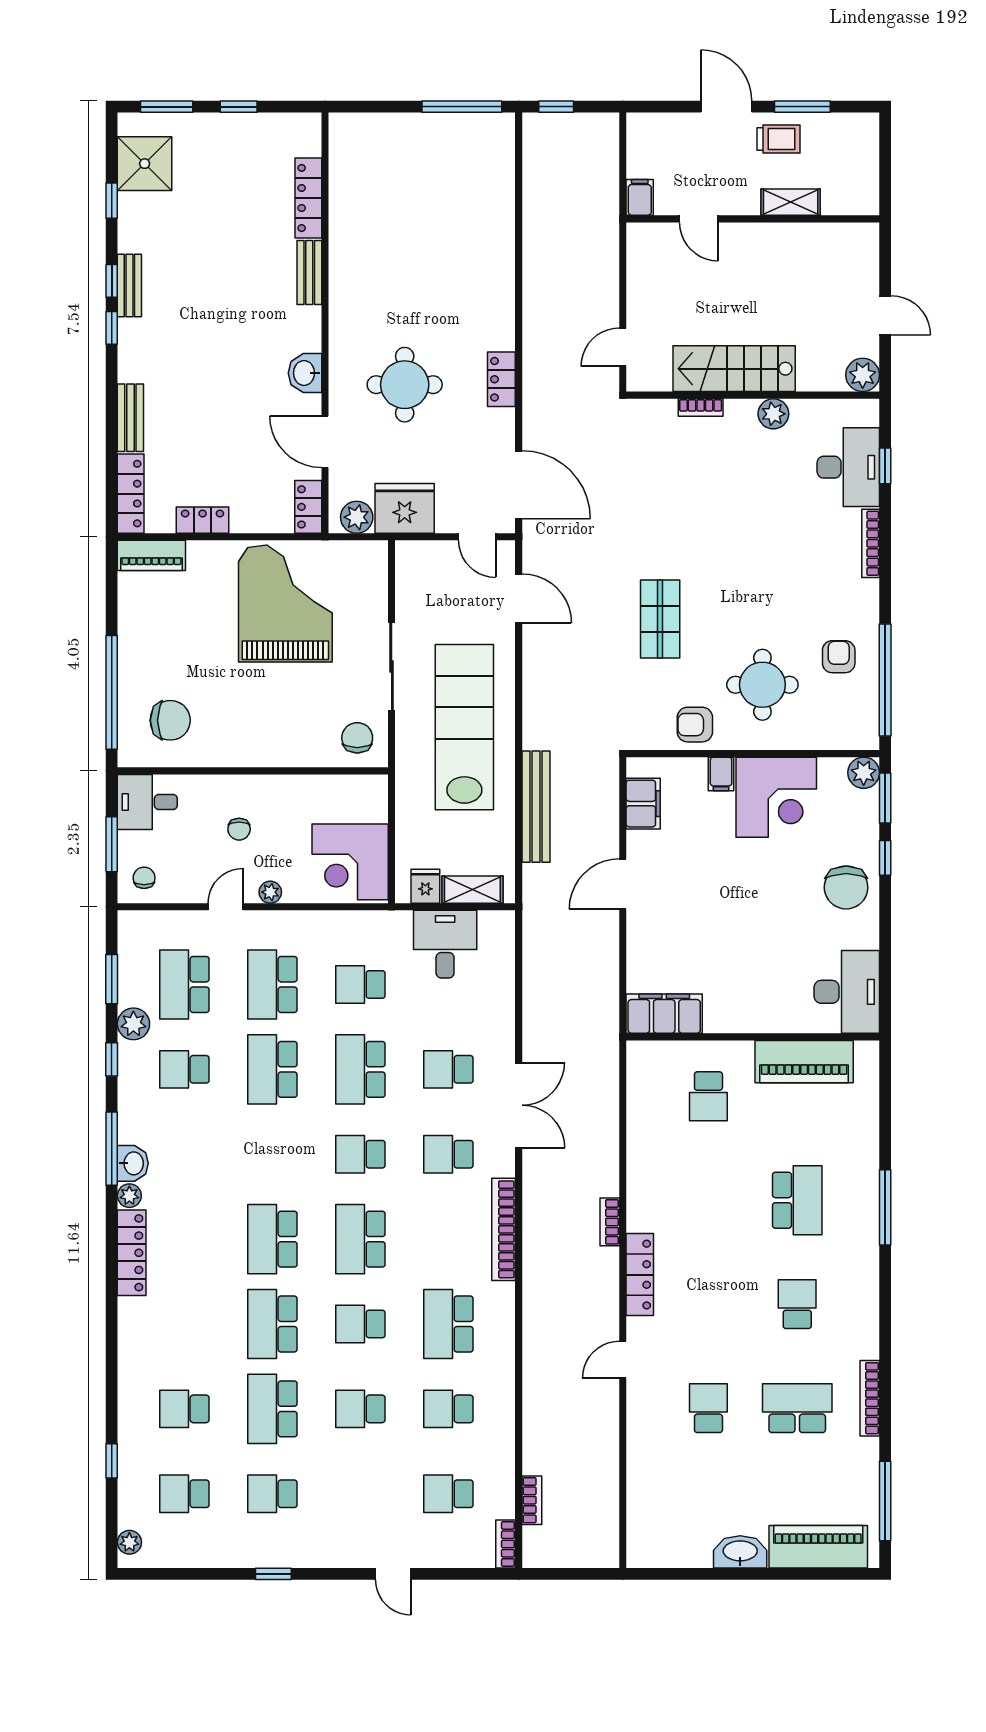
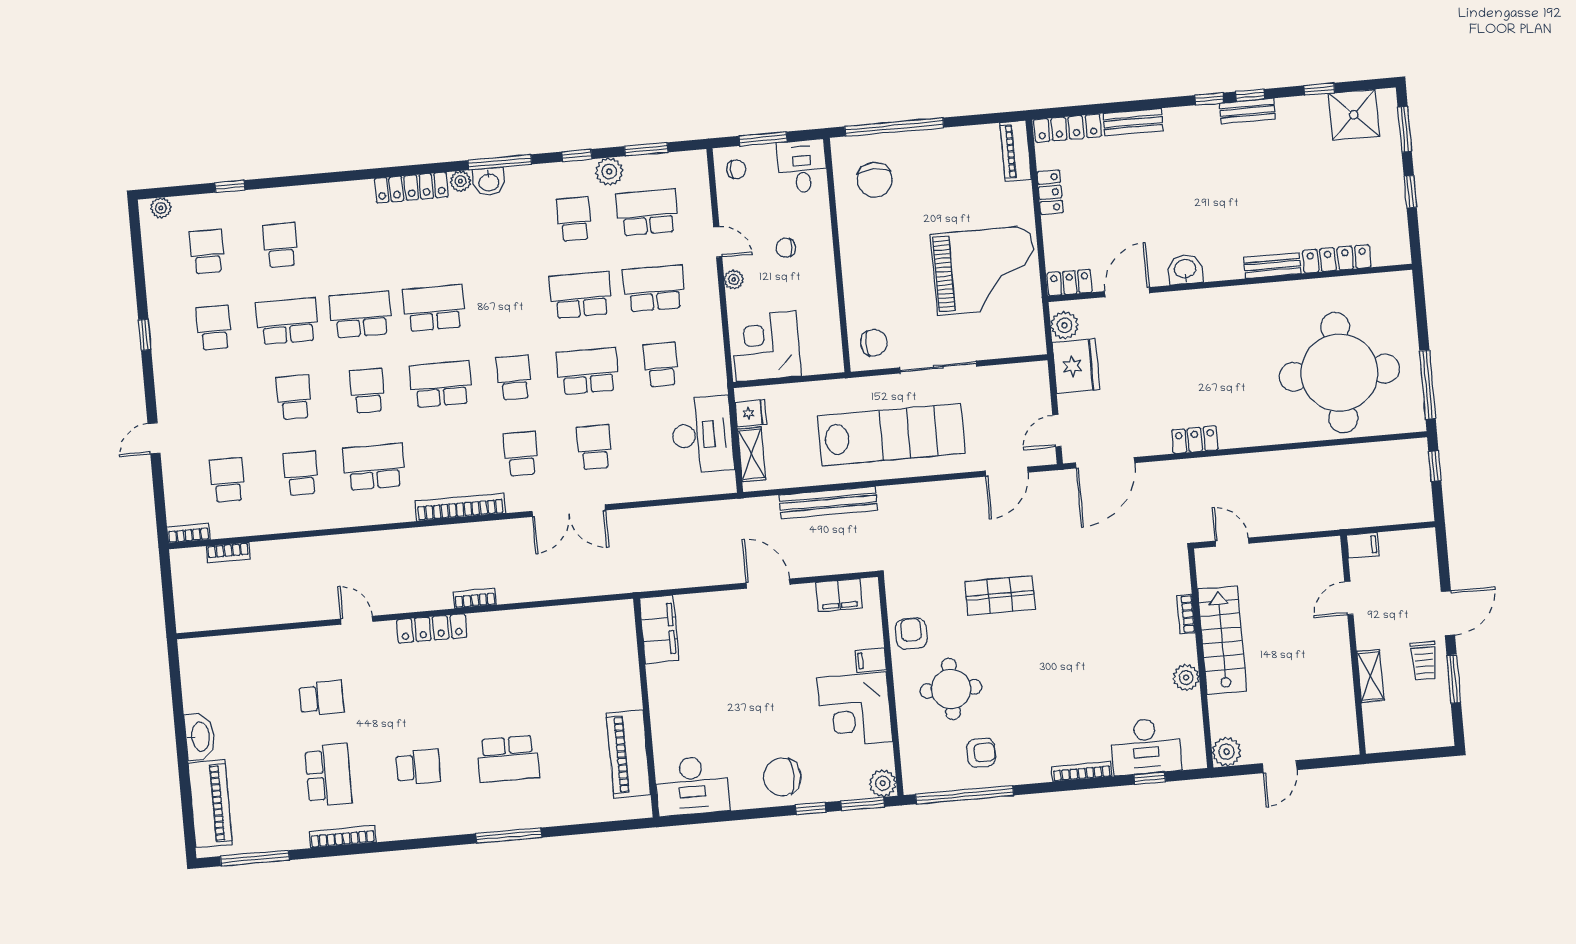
round table: (405, 385) -> (1339, 373), moved, width x1.86, depth x1.86
desk: (445, 944) -> (702, 435), width x1.37
school desk: (708, 1096) -> (591, 674), removed

